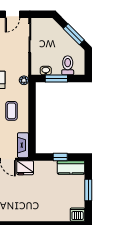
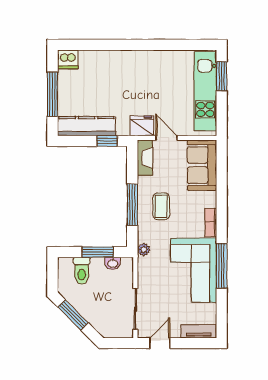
window: (32, 112) -> (132, 205), added
window: (60, 157) -> (107, 141), moved
kitchen counter: (71, 167) -> (87, 126), width x1.50
window: (88, 190) -> (52, 94), width x1.44

